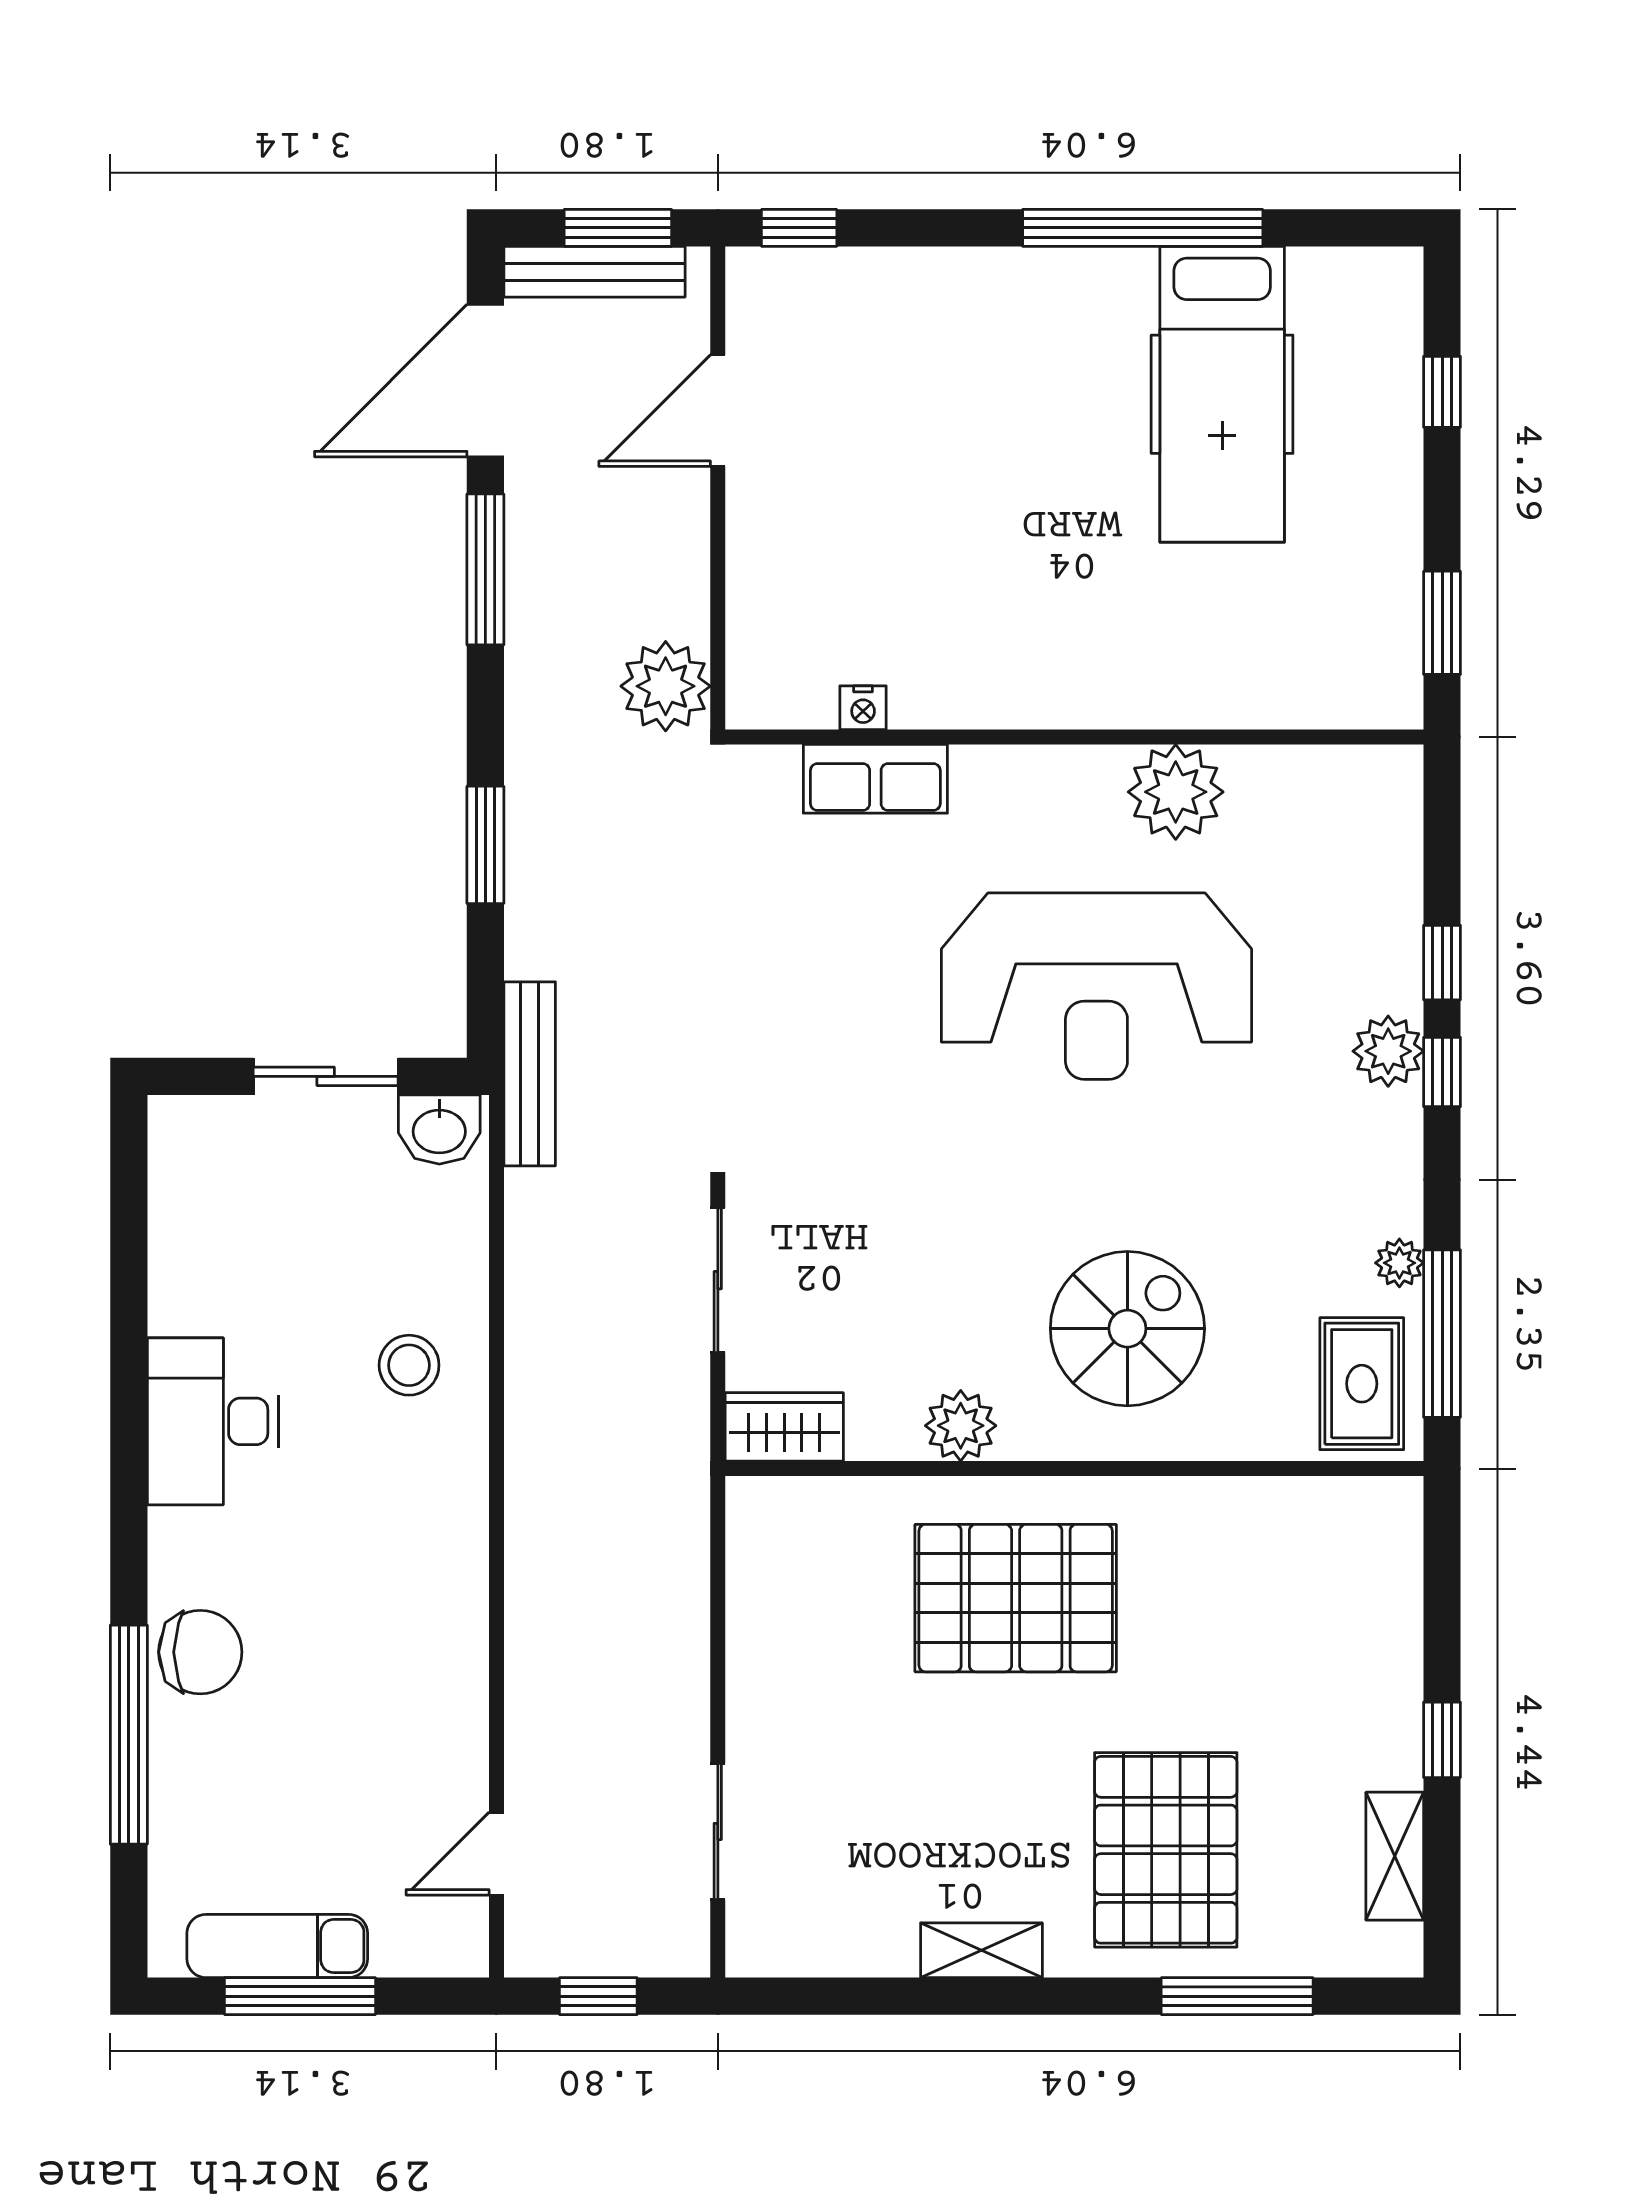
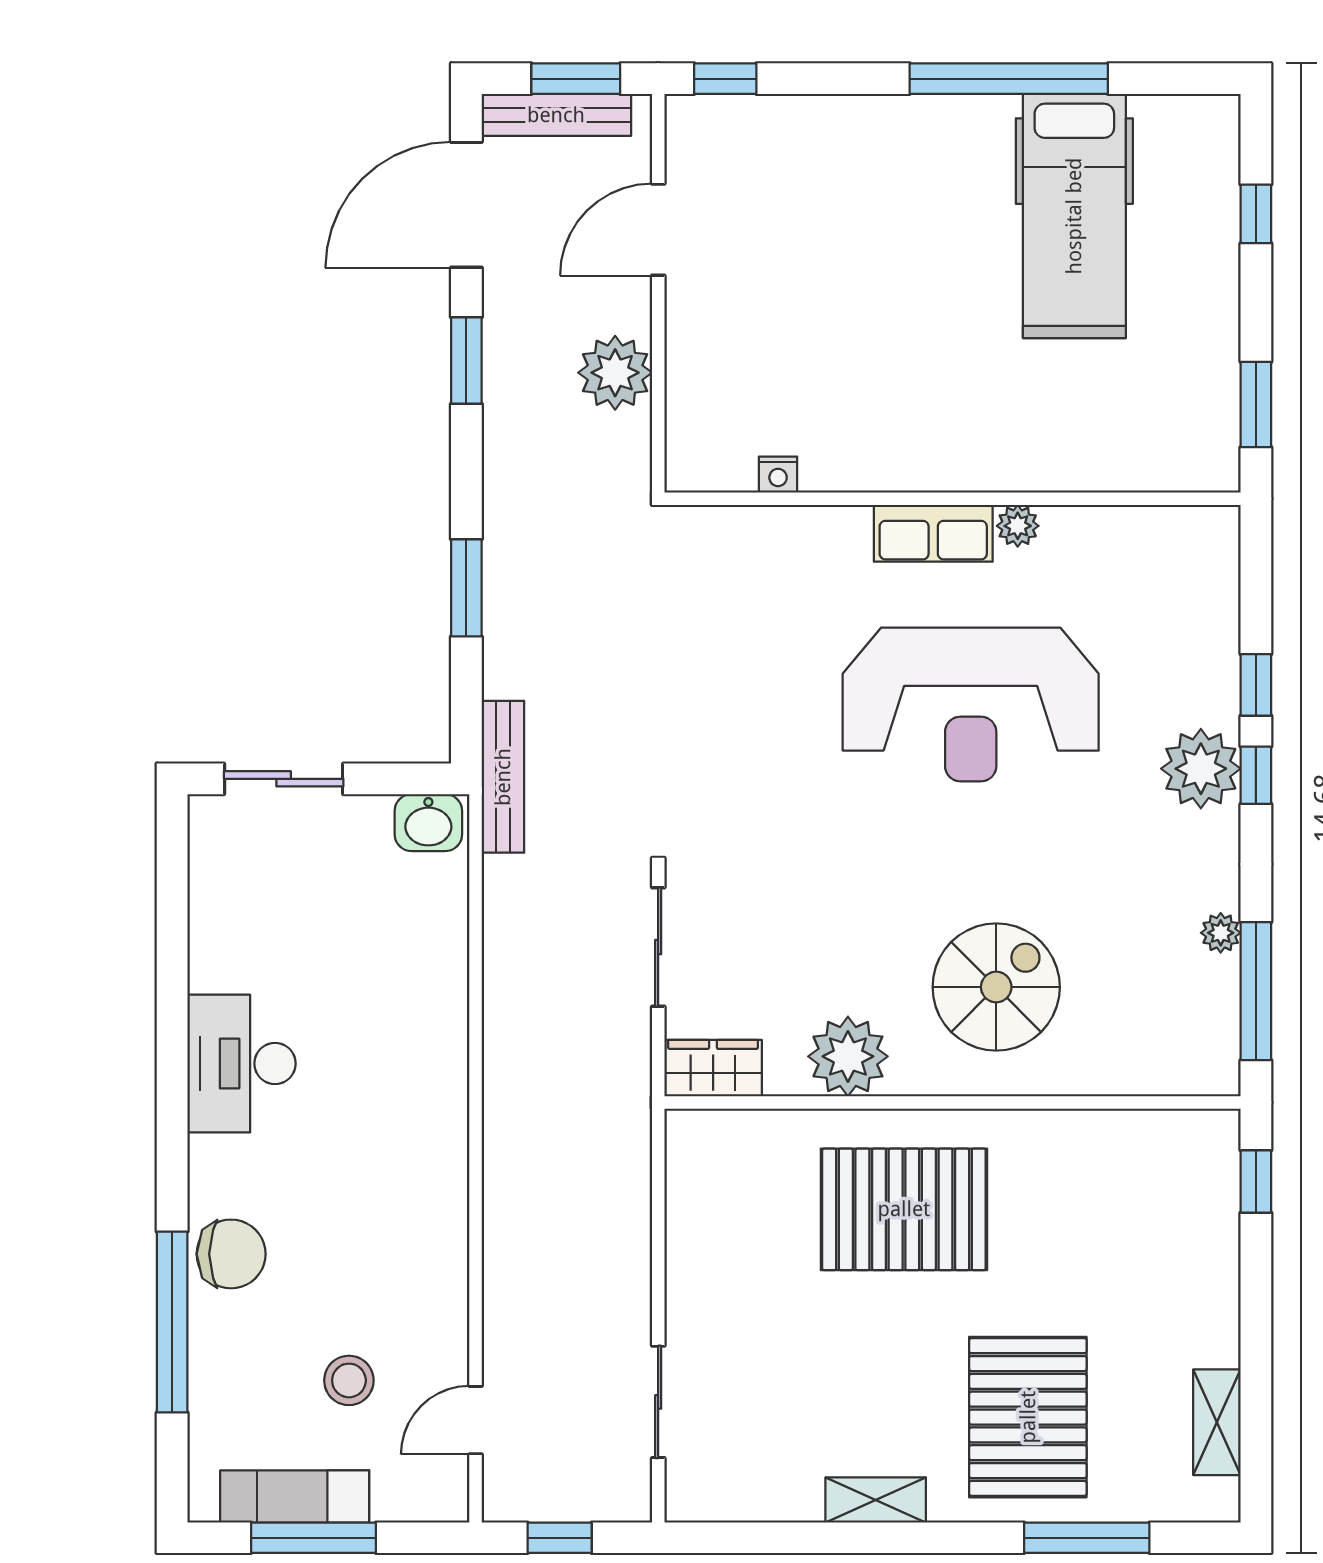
window: (485, 569) -> (466, 361), width x0.69
plant: (666, 686) -> (615, 373), moved
row of seats: (875, 779) -> (933, 533), moved
plant: (1176, 792) -> (1018, 526), width x0.53, depth x0.53
plant: (1388, 1051) -> (1201, 769), width x1.36, depth x1.36
sliding door: (326, 1076) -> (284, 779), moved
stool: (409, 1365) -> (349, 1380), moved
rug: (1362, 1384) -> (1190, 1032), removed
plant: (961, 1426) -> (848, 1056), width x1.36, depth x1.36
window: (1442, 1740) -> (1256, 1182), moved

